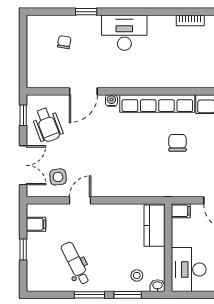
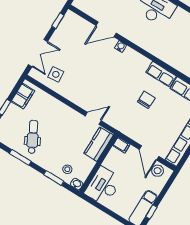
row of seats: (157, 103) -> (161, 74), width x0.50
wheelchair: (47, 125) -> (70, 37), removed
door: (80, 200) -> (93, 118), moved
filing cabinet: (36, 224) -> (23, 96), width x2.00
window: (89, 295) -> (20, 157), moved

